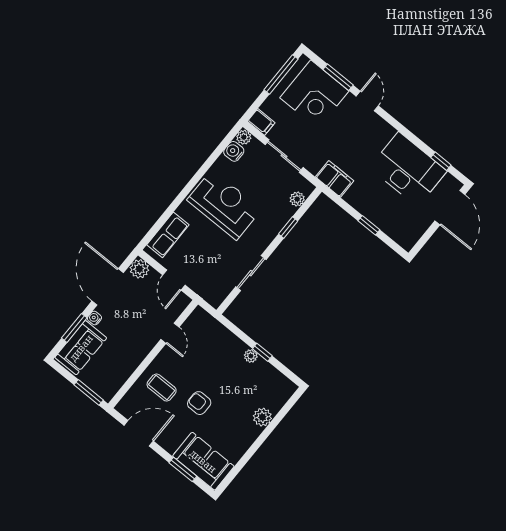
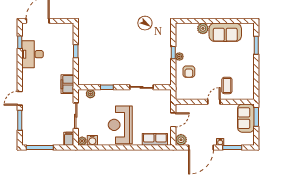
corner desk: (314, 94) -> (36, 125), removed
desk: (408, 169) -> (32, 54), width x0.73, depth x0.77
door: (170, 333) -> (214, 102), moved
sofa: (81, 348) -> (246, 118), moved, turned -90
armchair: (199, 403) -> (189, 72), moved
door: (139, 433) -> (256, 79), removed
sofa: (203, 461) -> (225, 32), moved, turned -90

